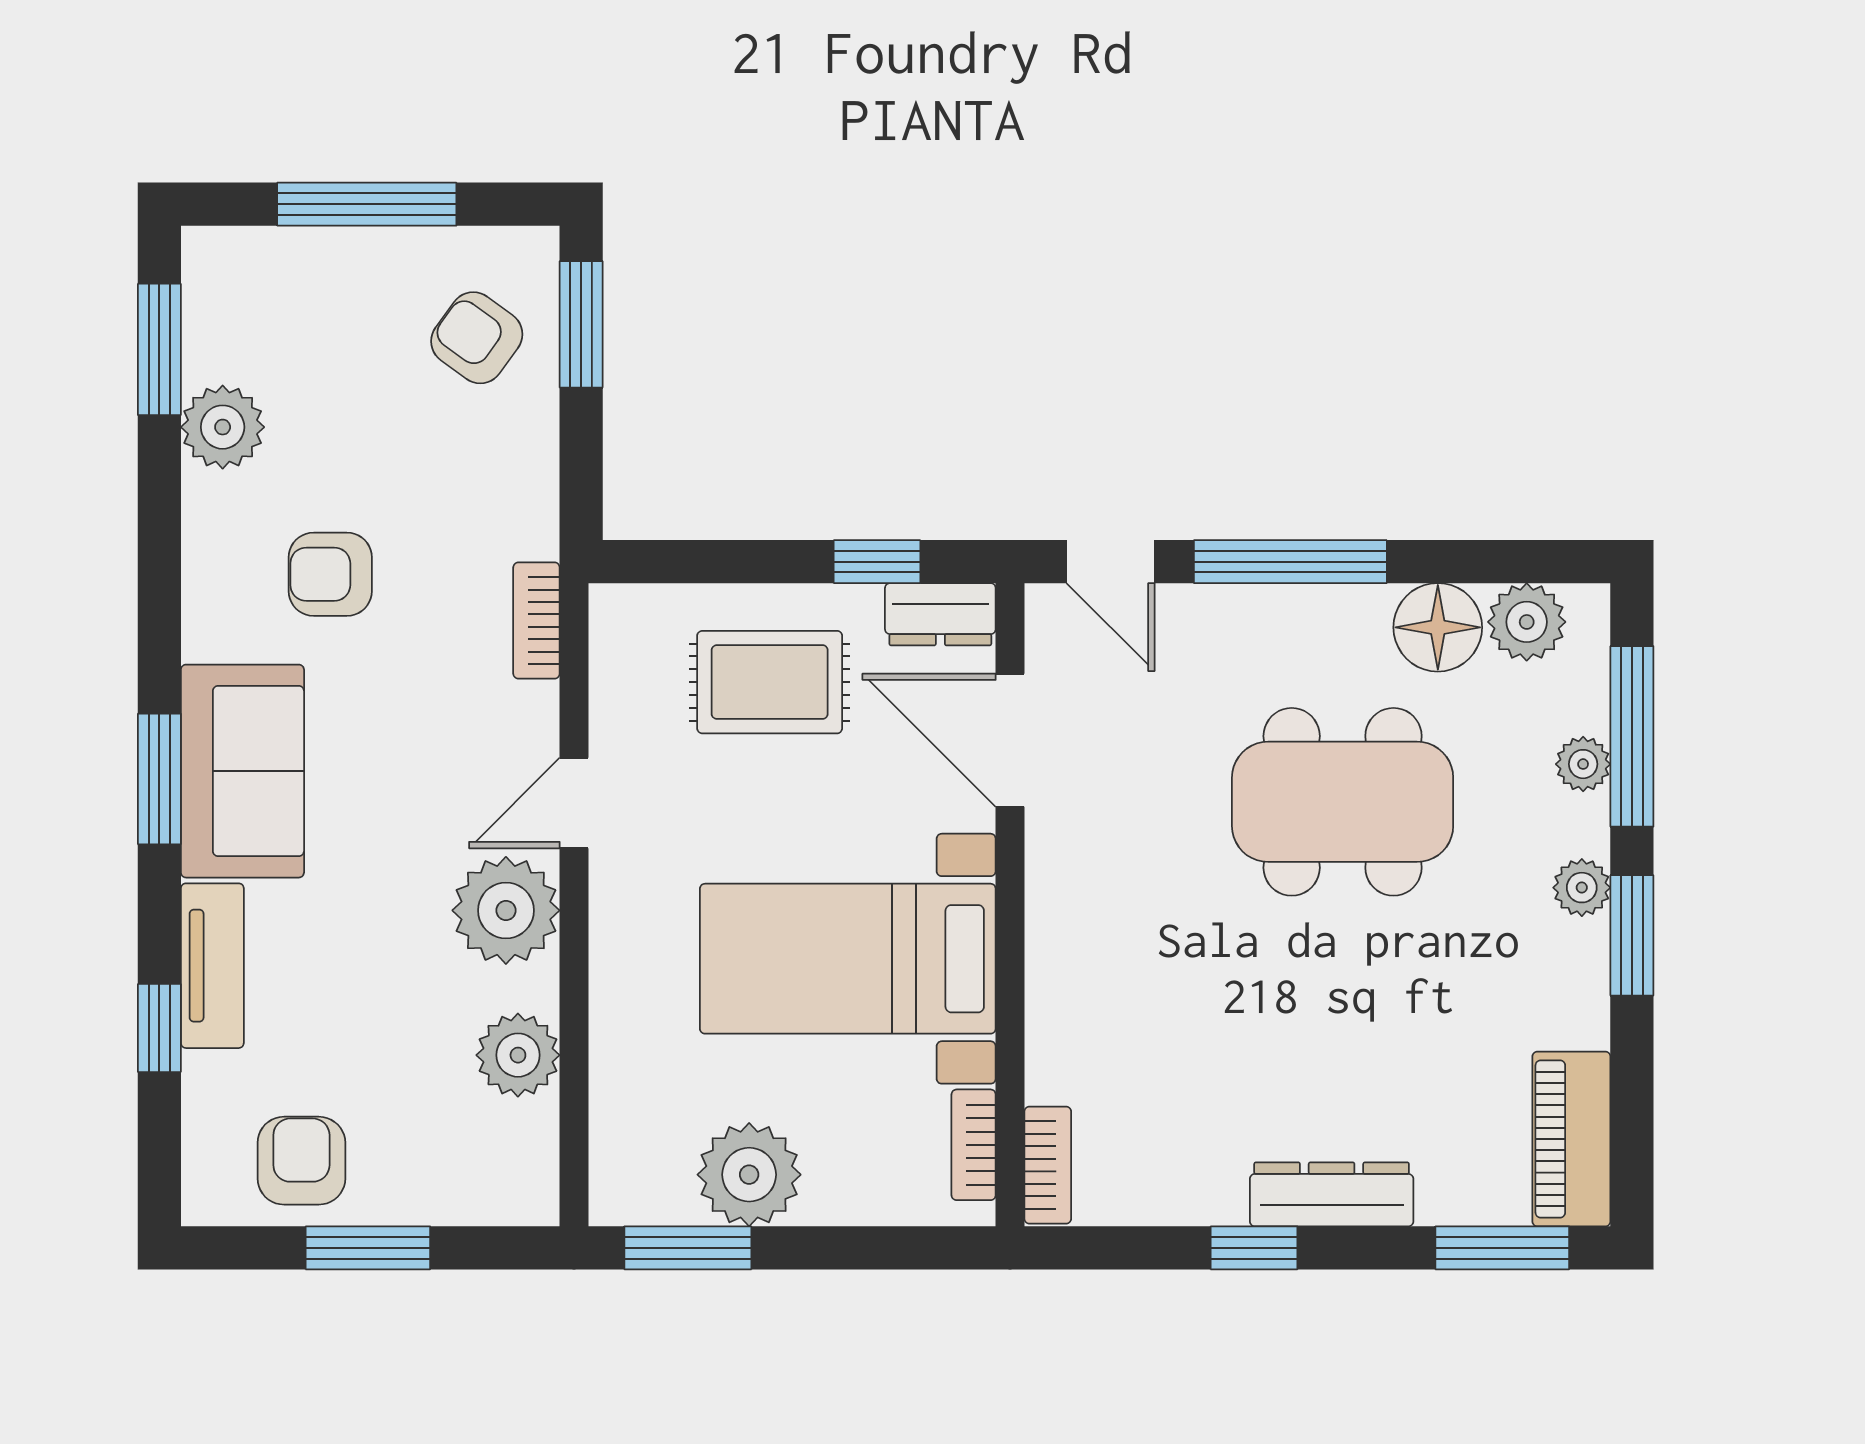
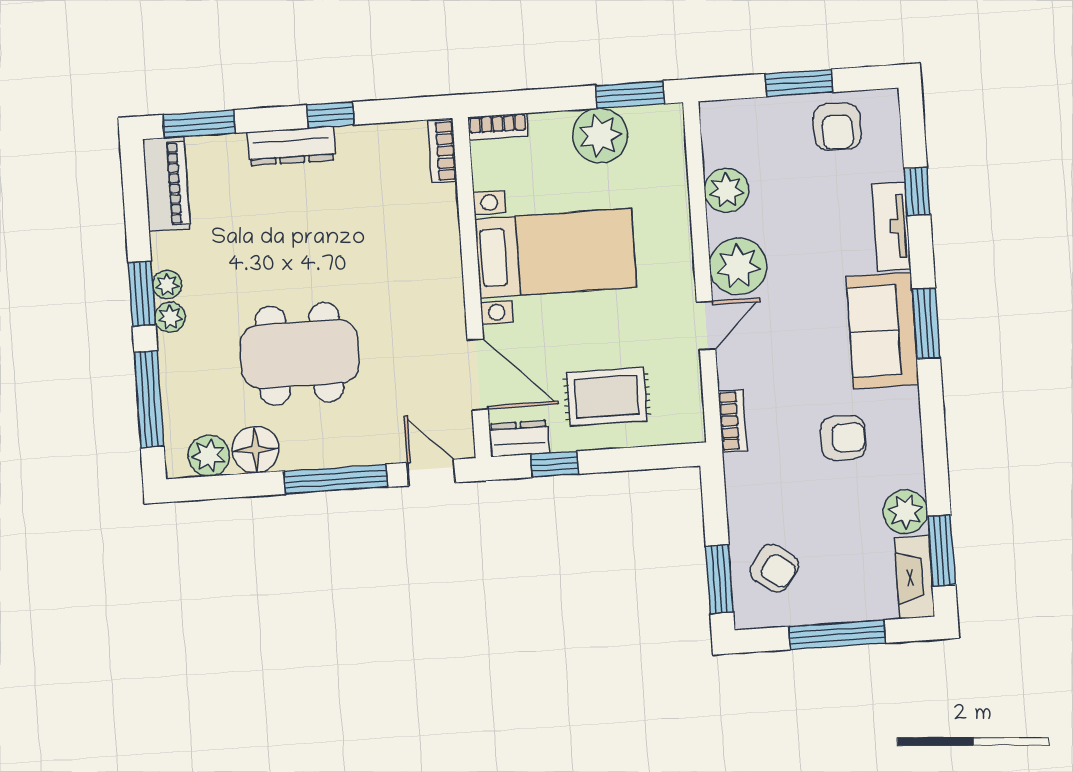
fireplace: (214, 303) -> (915, 577), added
plant: (1583, 764) -> (167, 285), moved
bookcase: (974, 1145) -> (498, 127), moved, turned 90

